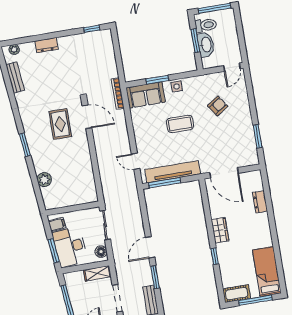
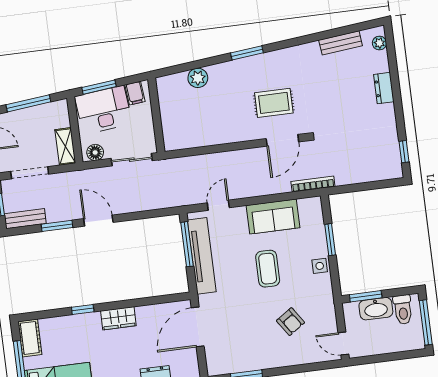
window: (195, 41) -> (366, 296), moved
sofa: (146, 95) -> (273, 217), moved, turned -90

